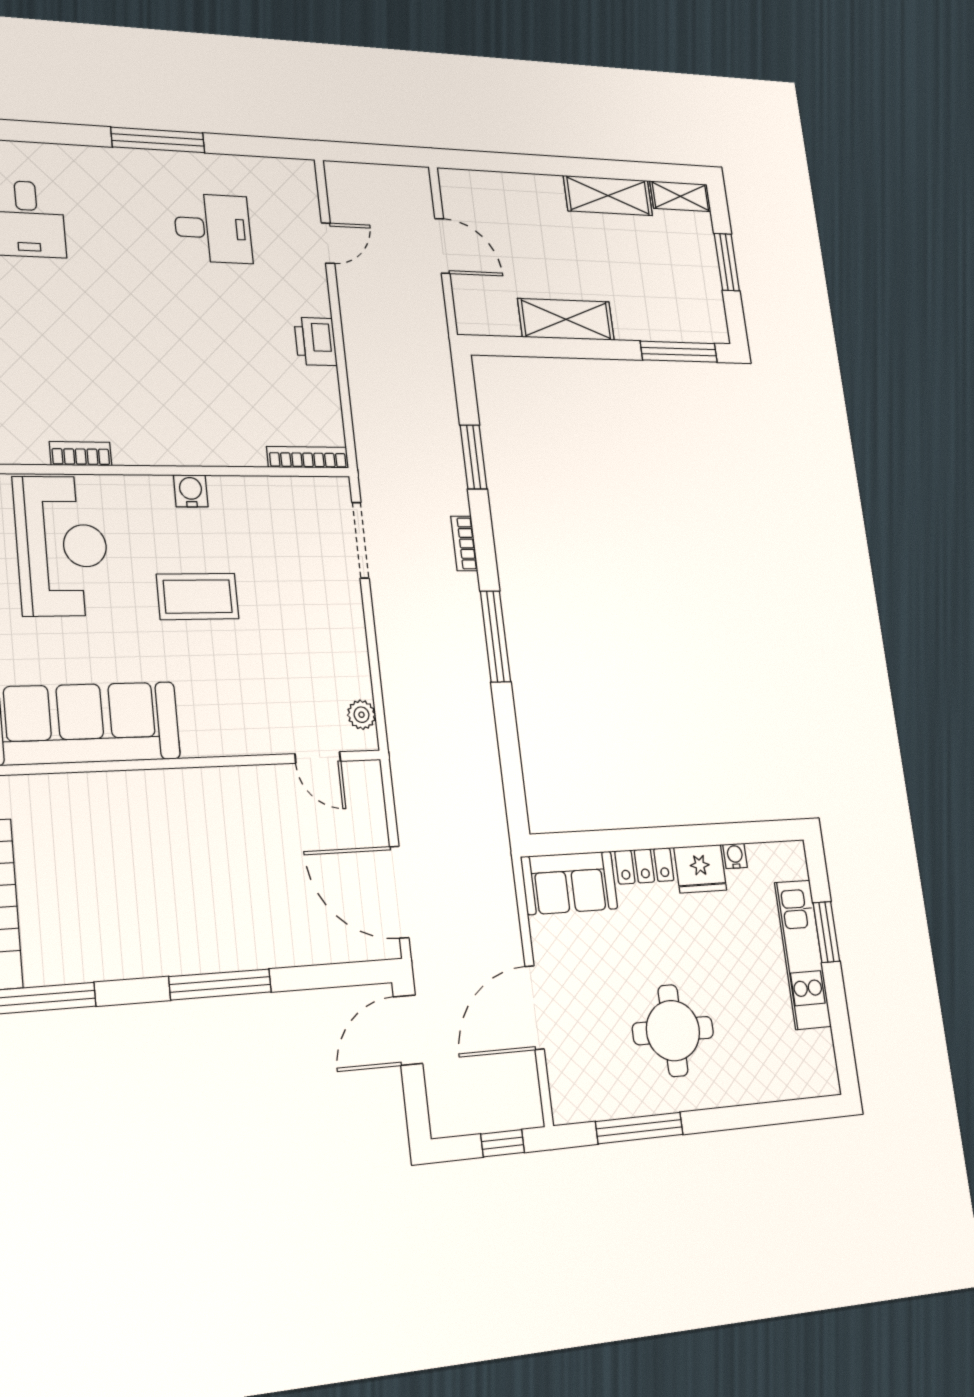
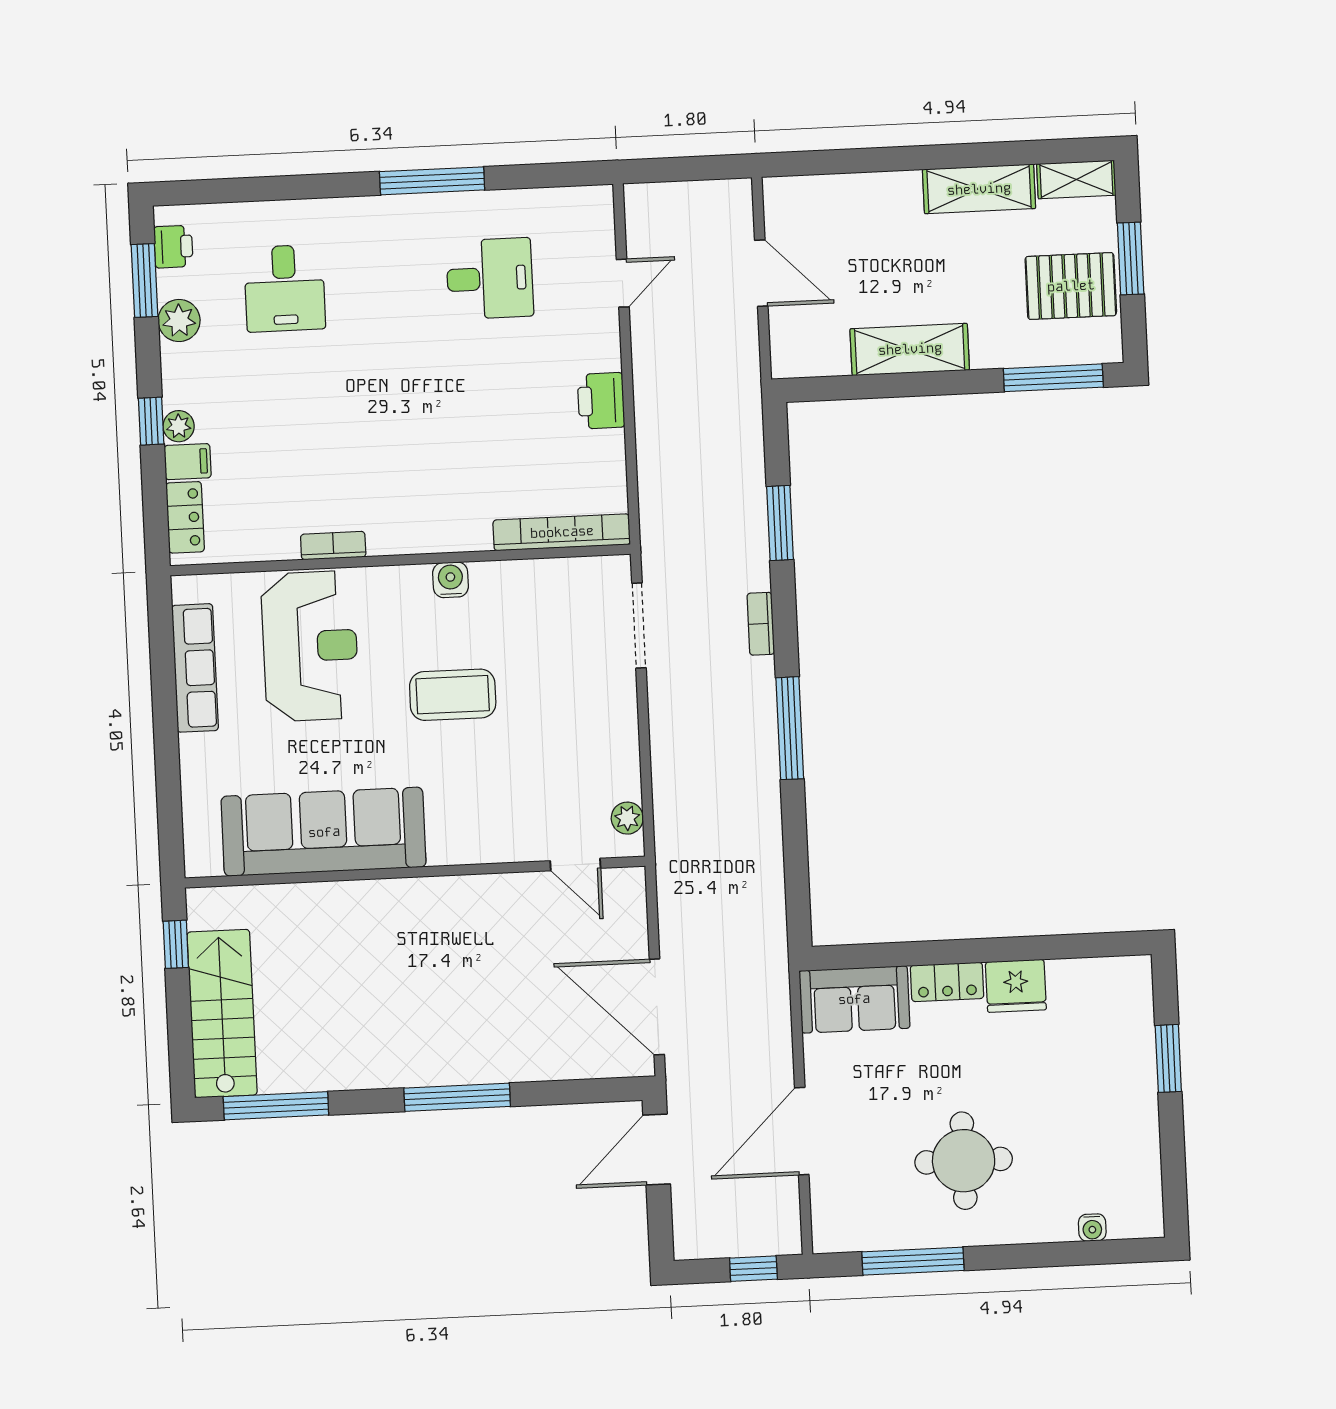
pallet: (685, 279) -> (1071, 286), added
bookcase: (308, 457) -> (562, 532), width x1.48, depth x1.31
water cooler: (735, 856) -> (1092, 1228), moved, turned 180
kitchen unit: (803, 954) -> (1135, 1083), removed

